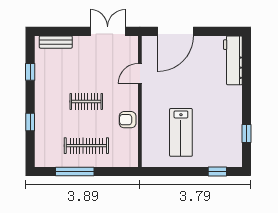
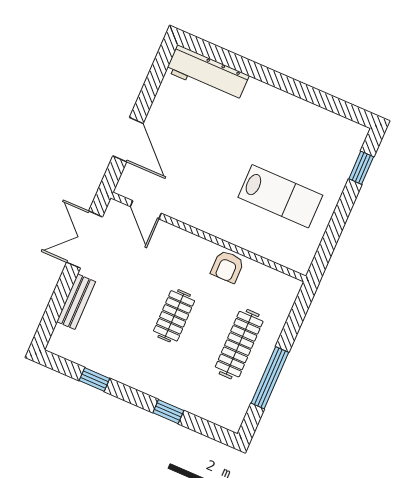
door: (175, 31) -> (128, 140), width x0.73
bench: (56, 42) -> (76, 302), moved
door: (140, 73) -> (146, 210), moved
window: (247, 134) -> (324, 100), removed

